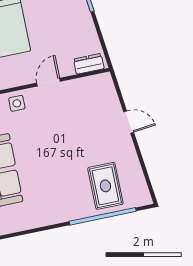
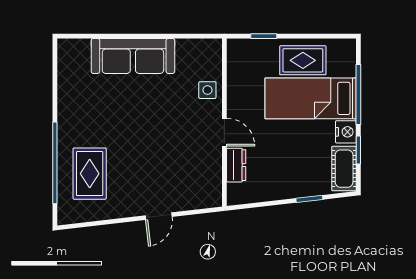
dresser: (89, 64) -> (236, 165), moved
rug: (105, 186) -> (90, 174), turned 90

